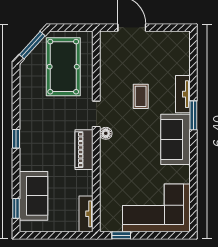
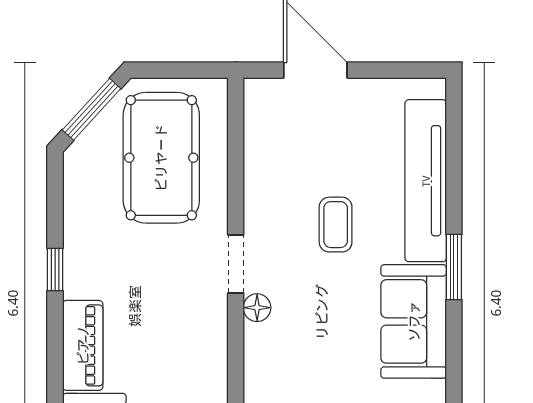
tv unit: (183, 94) -> (426, 181), width x1.92, depth x1.29
window: (16, 139) -> (55, 270), moved
piano: (84, 150) -> (83, 345), moved, turned 180

